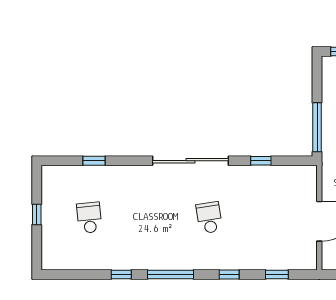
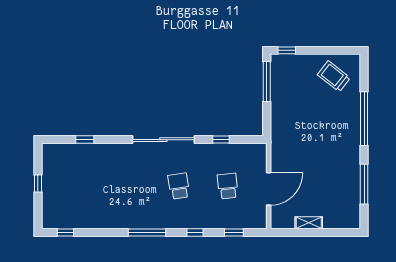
window: (317, 127) -> (267, 81), moved
school desk: (89, 218) -> (228, 186), moved
window: (121, 275) -> (65, 233), moved

